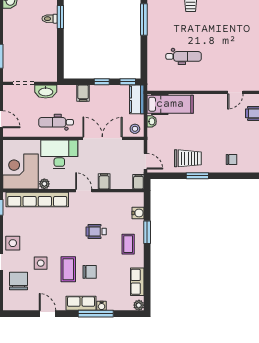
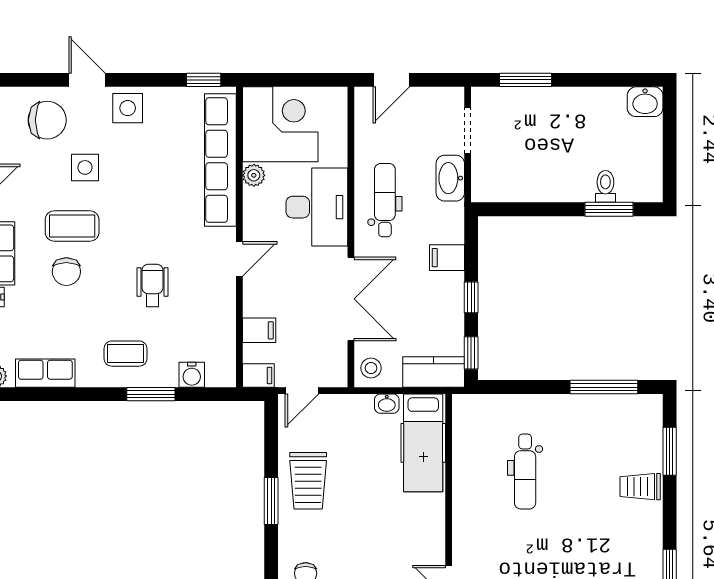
filing cabinet: (104, 181) -> (259, 330), moved

